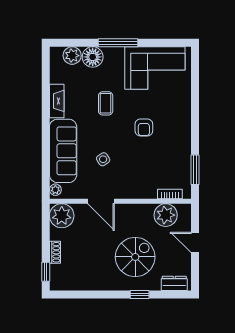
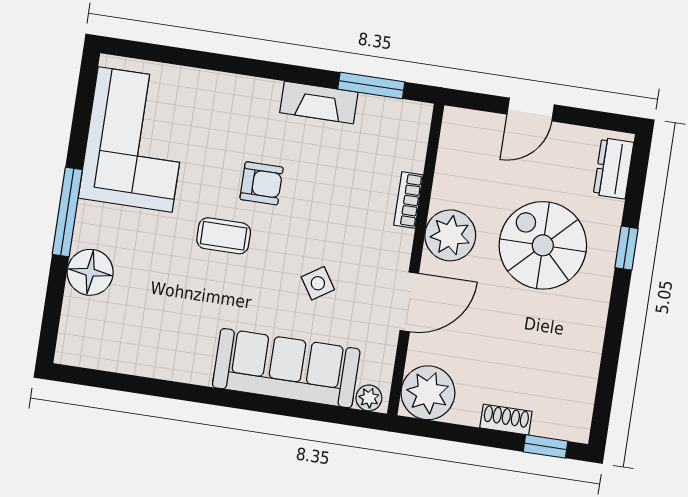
plant: (72, 56) -> (80, 317), removed
fireplace: (57, 101) -> (319, 102), moved, turned 180
coffee table: (106, 103) -> (224, 236), moved
bookcase: (170, 194) -> (408, 200), moved
plant: (166, 215) -> (450, 235), moved

